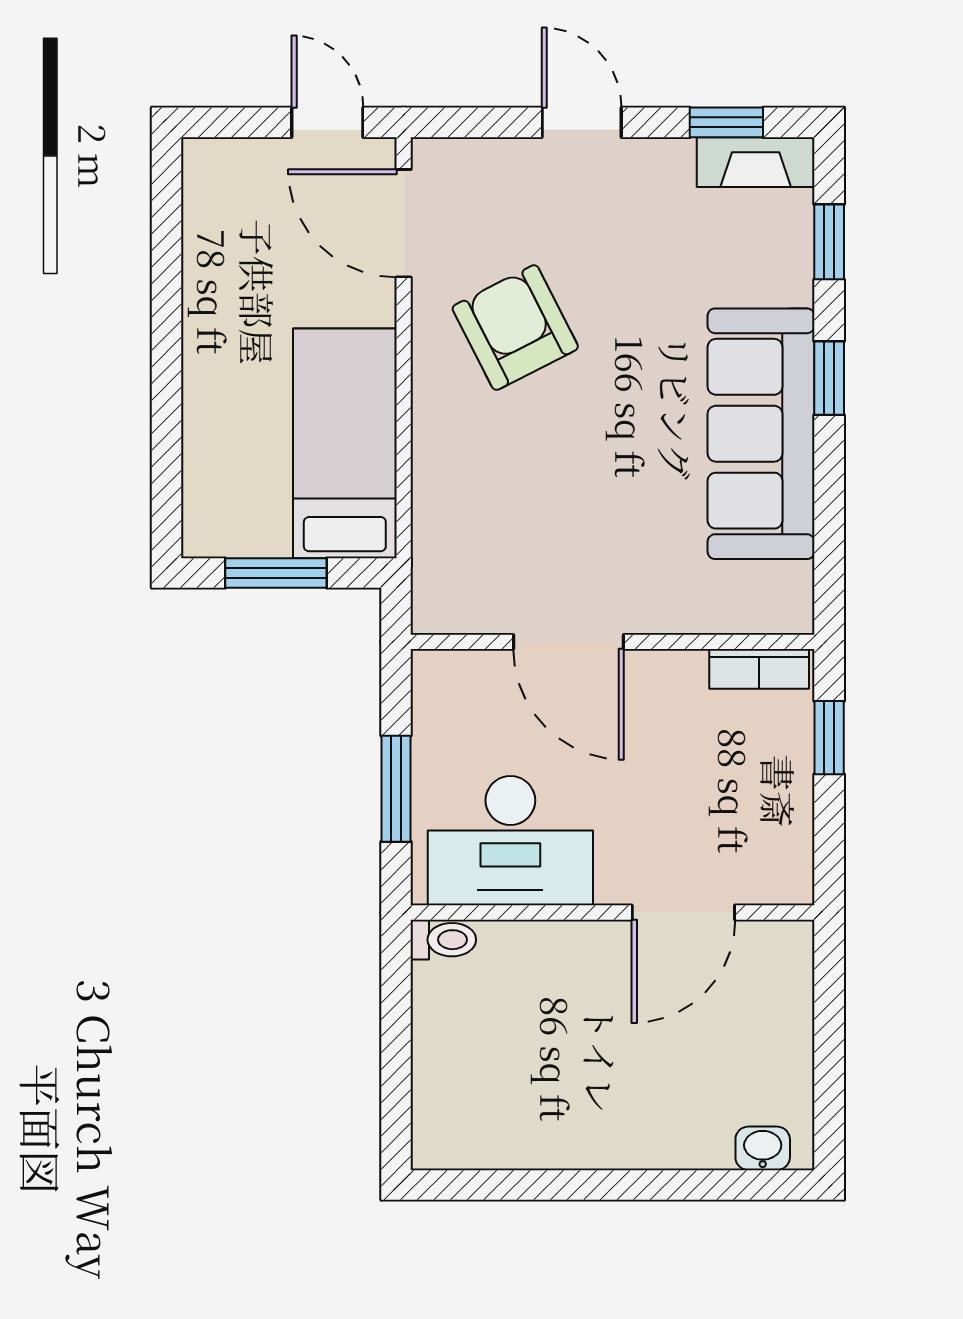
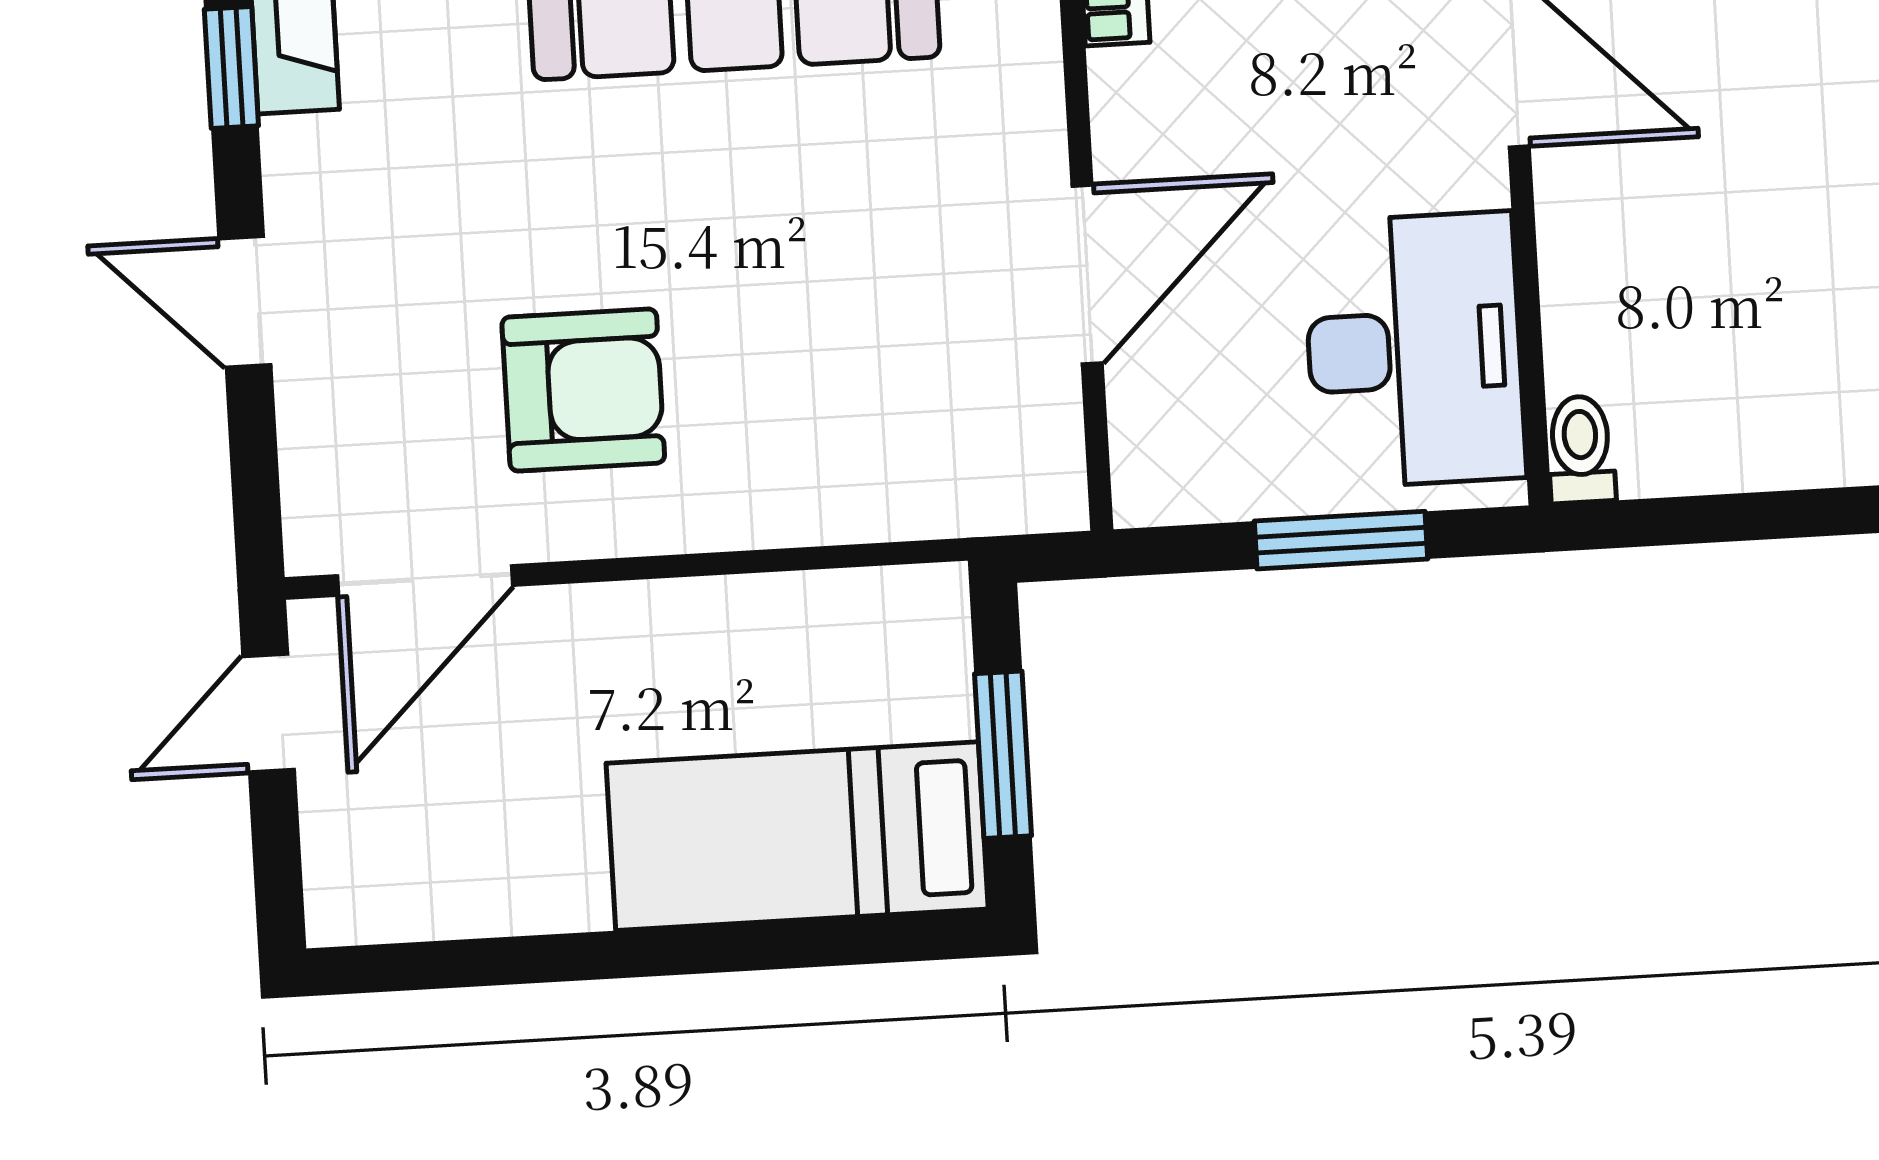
door: (582, 122) -> (245, 302), hinge flipped
armchair: (515, 328) -> (583, 390), turned -153
bed: (345, 443) -> (797, 836), moved

